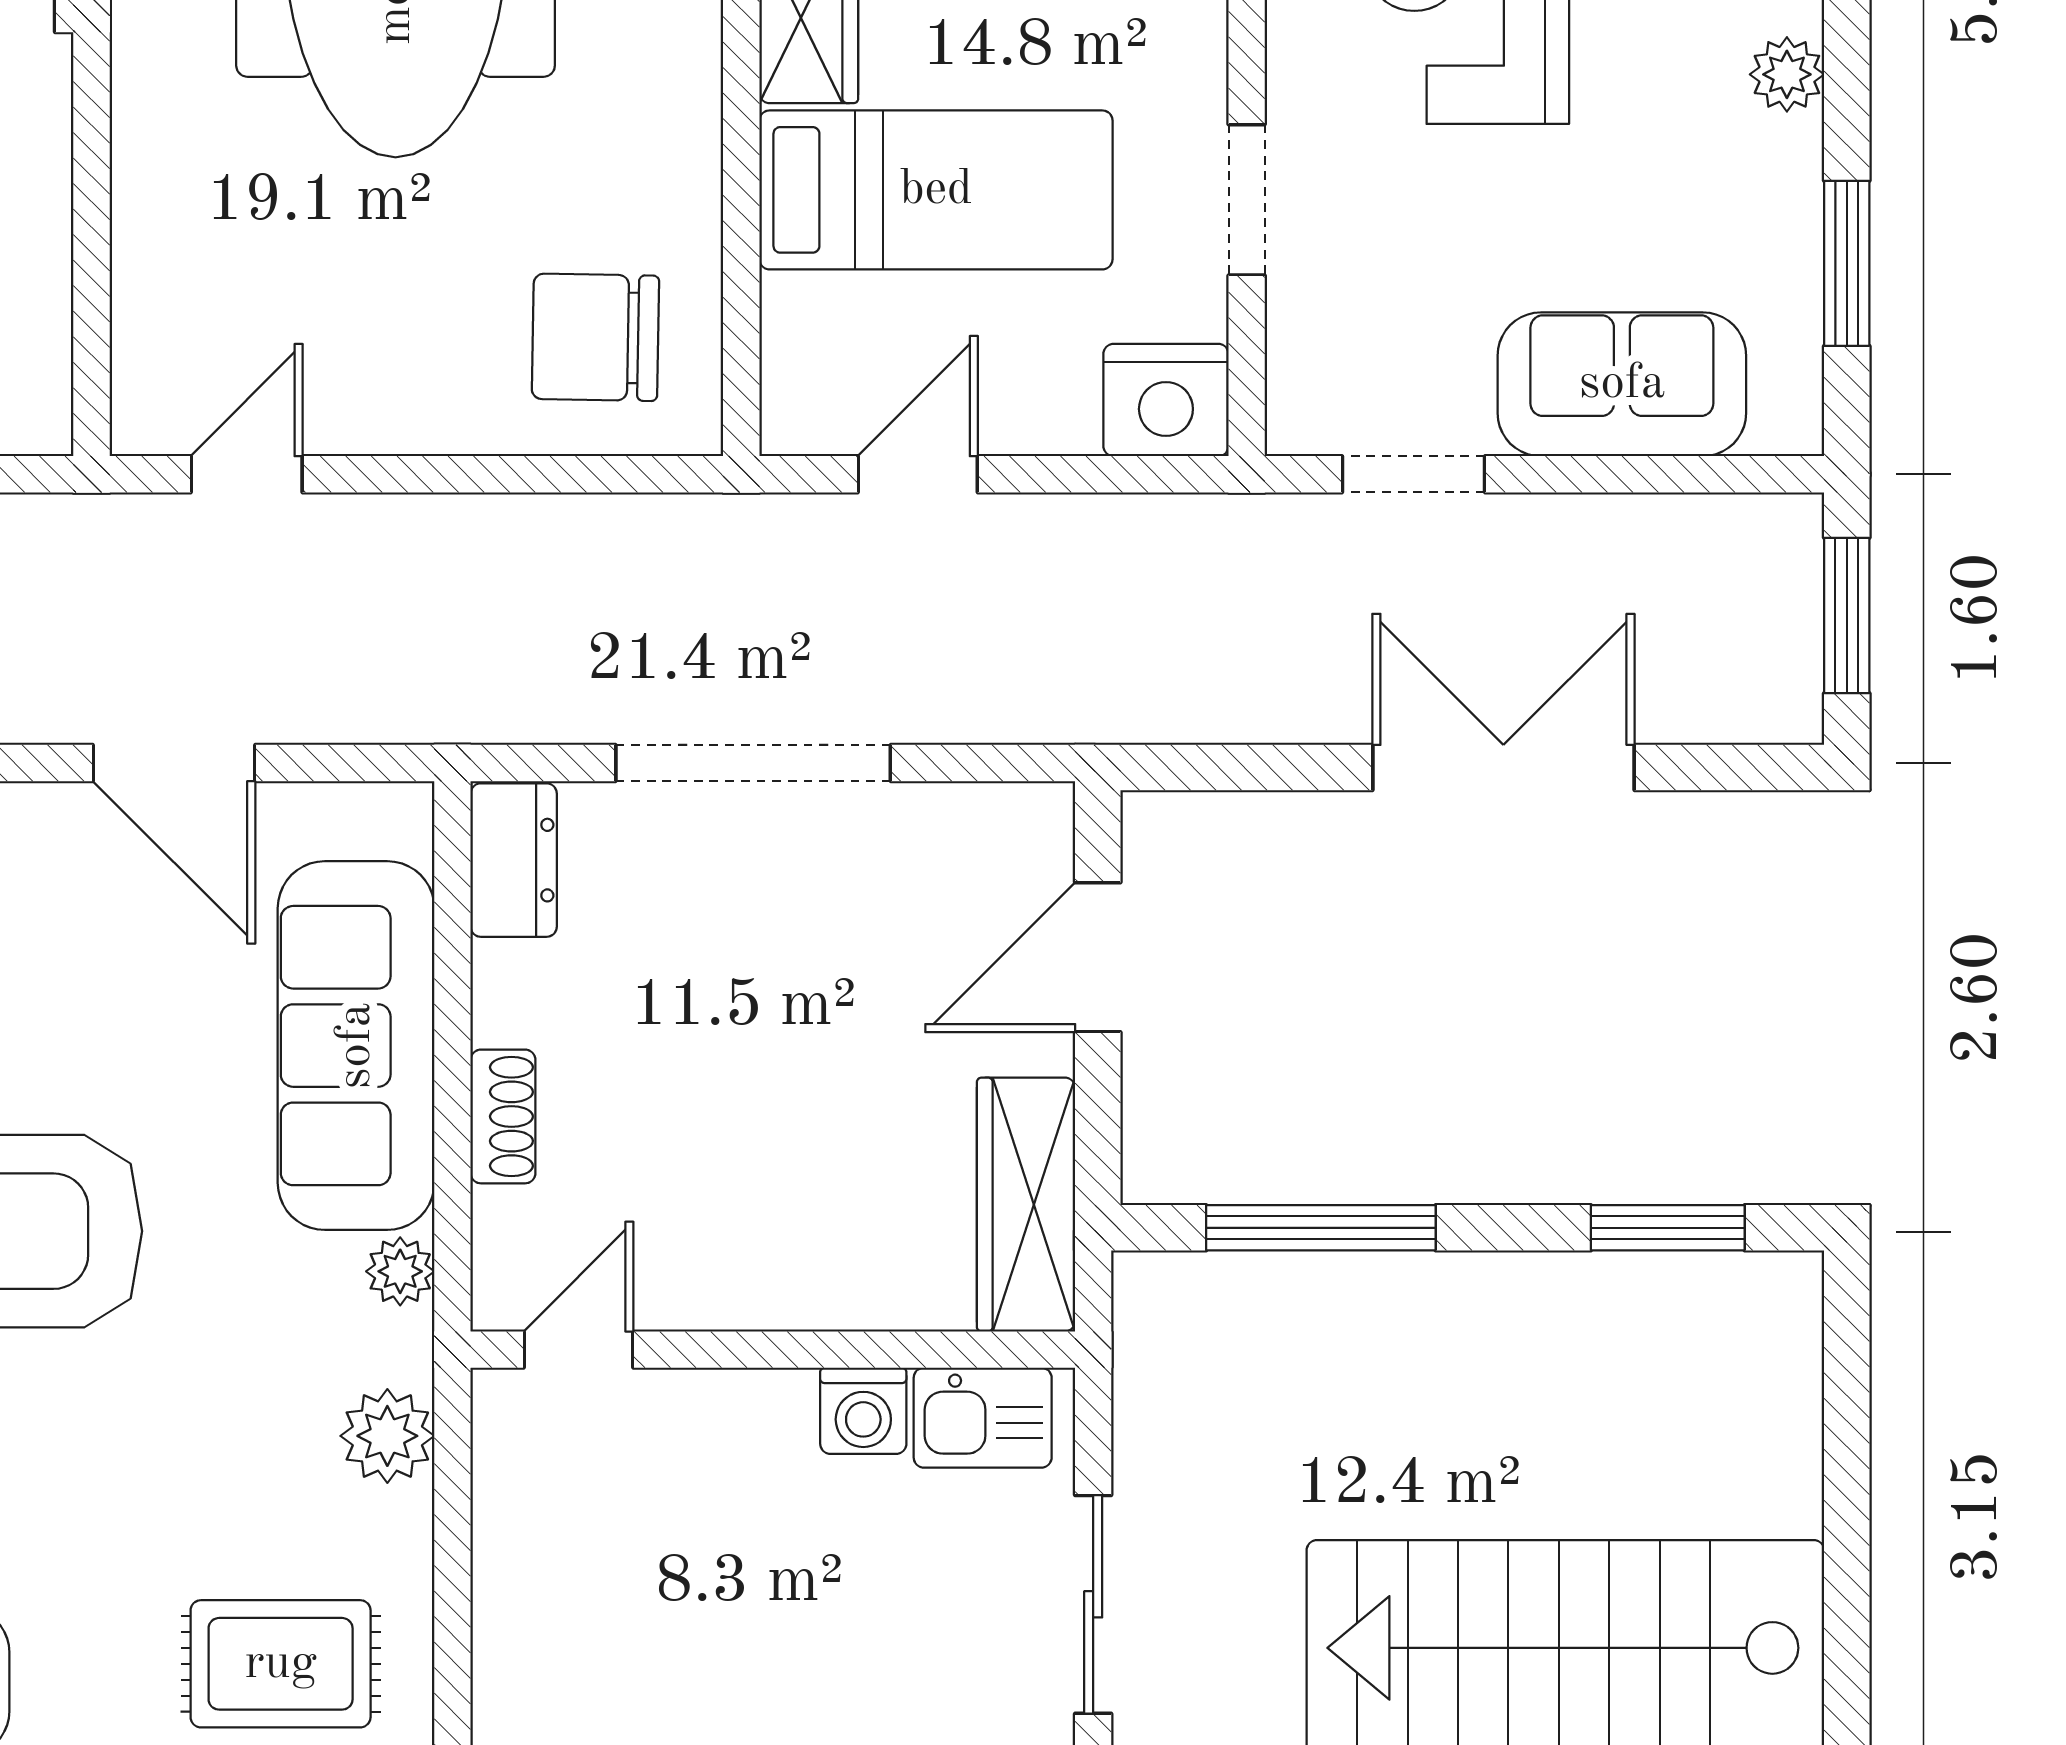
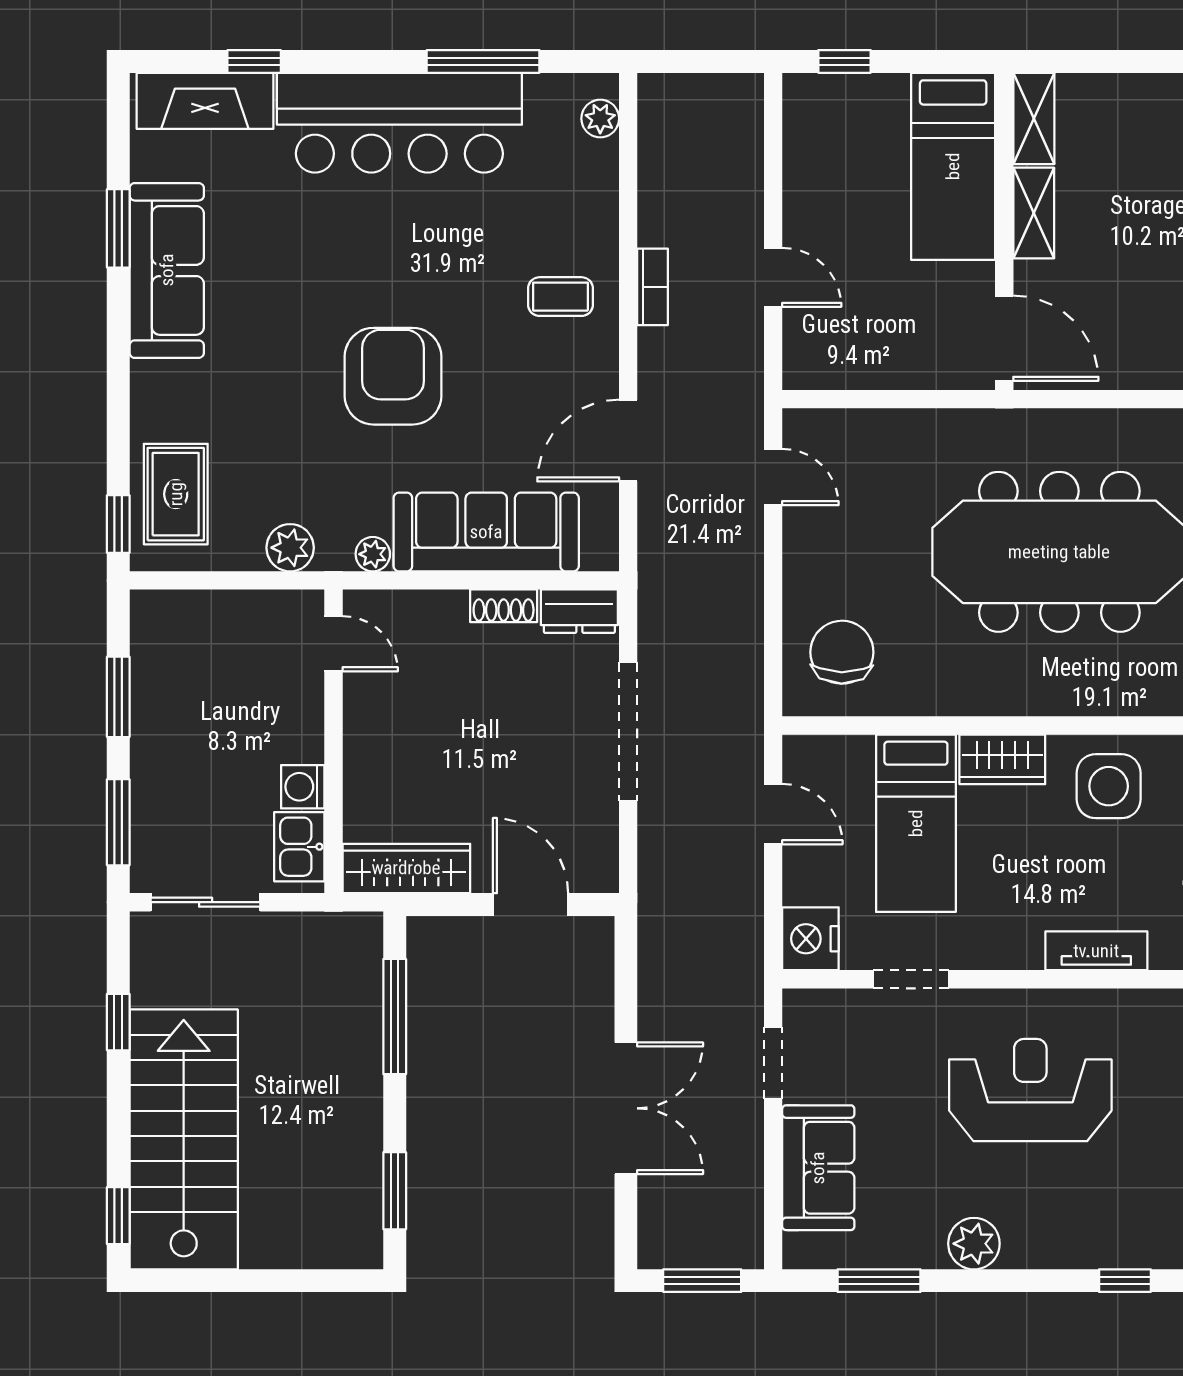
plant: (1787, 74) -> (974, 1244), width x1.38, depth x1.38
shoe rack: (503, 1116) -> (504, 606), moved

